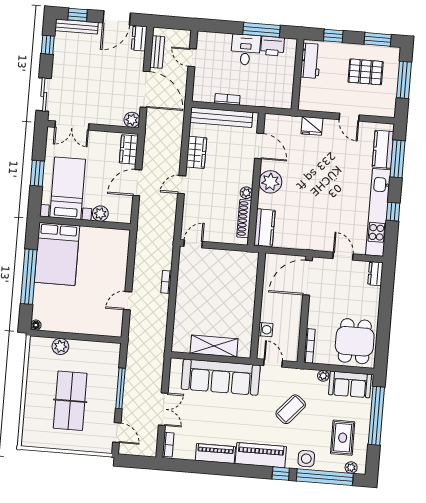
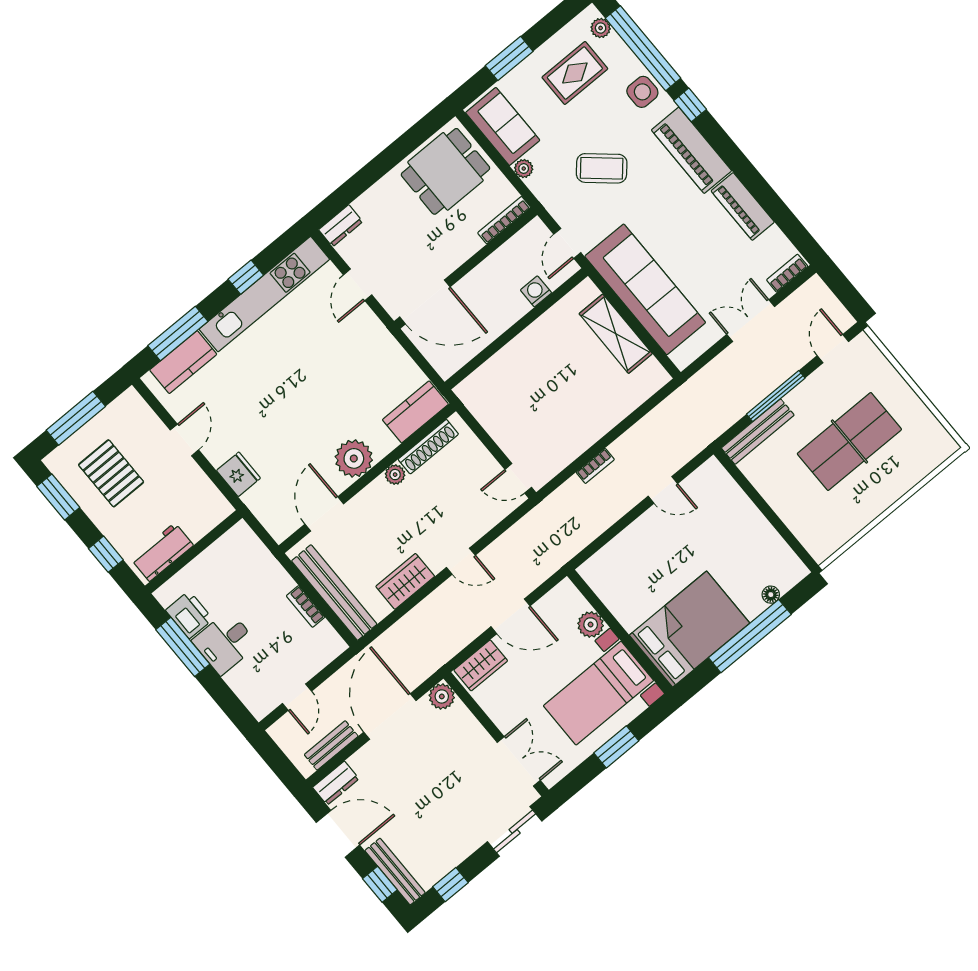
floor lamp: (36, 325) -> (771, 595), moved
plant: (60, 346) -> (796, 517), removed
bench: (113, 366) -> (758, 432), added
window: (376, 416) -> (509, 58), width x0.47

